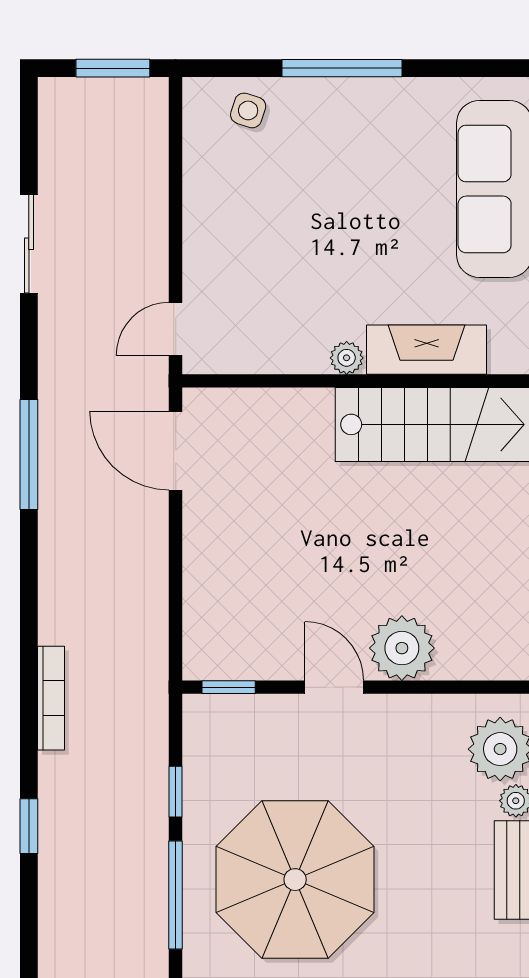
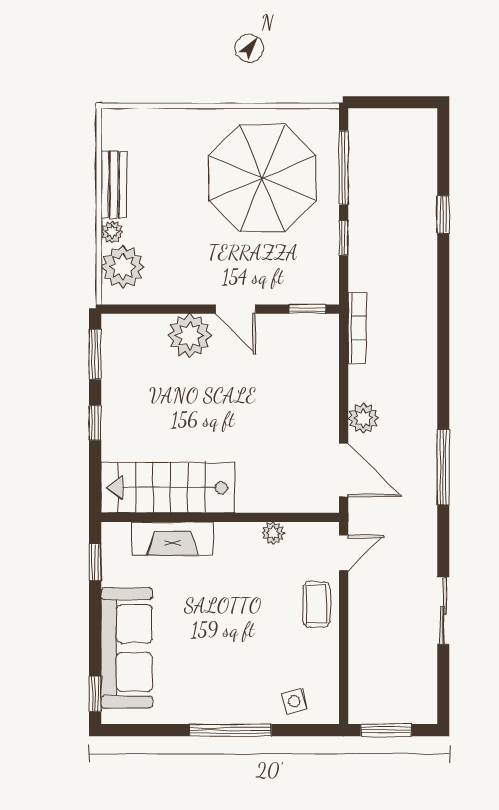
side table: (248, 110) -> (294, 701), turned -35
coffee table: (216, 253) -> (316, 604), added
plant: (347, 358) -> (273, 533), moved
plant: (147, 527) -> (363, 418), added
bookcase: (51, 698) -> (357, 328), moved, turned 180

